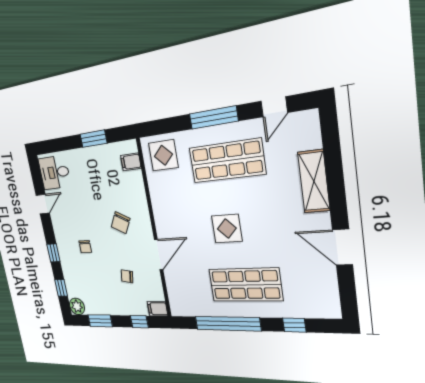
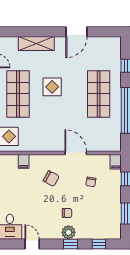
filing cabinet: (131, 162) -> (24, 161), moved
display table: (227, 229) -> (52, 87), moved
plant: (77, 306) -> (68, 232), moved

